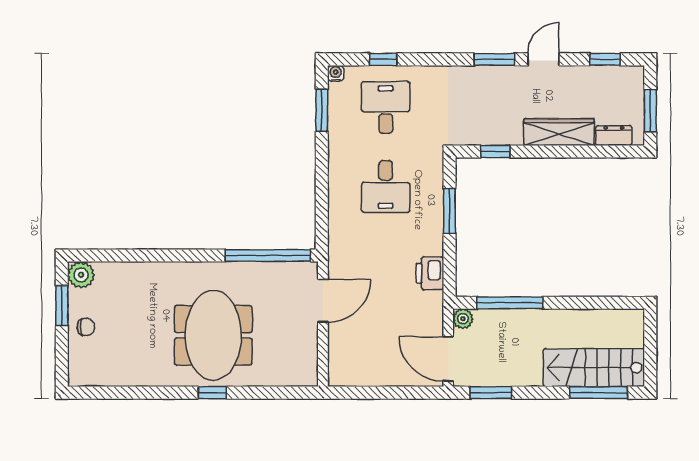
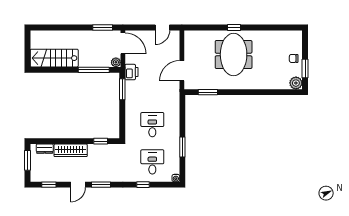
window: (383, 59) -> (143, 185), moved
desk: (386, 108) -> (152, 162), turned 180
window: (322, 110) -> (182, 147), moved
window: (449, 211) -> (122, 89), moved
window: (268, 256) -> (208, 92), width x0.47
printer: (430, 273) -> (131, 72), moved
stairs: (594, 368) -> (54, 58), moved, turned 180
door: (364, 393) -> (162, 27), added
window: (598, 393) -> (52, 27), removed

